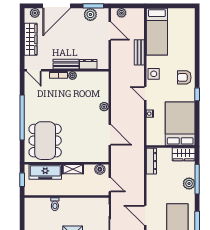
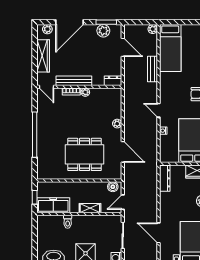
plant: (122, 13) -> (153, 29), moved
bench: (66, 64) -> (74, 81), width x1.36
dresser: (88, 64) -> (113, 81), moved
side table: (154, 74) -> (167, 91), removed
dining table: (45, 141) -> (85, 154), moved, turned 90
shelving: (73, 169) -> (90, 208), moved
freezer: (45, 172) -> (53, 205), moved, turned 180
door: (110, 185) -> (123, 202), swing flipped

